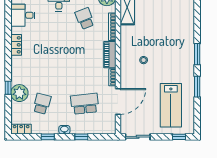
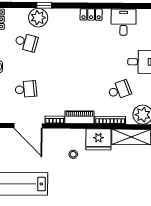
fridge: (130, 37) -> (98, 139), added
school desk: (85, 104) -> (26, 89), width x0.54

